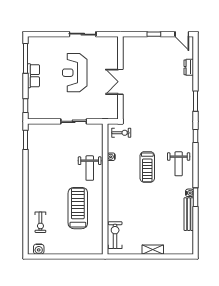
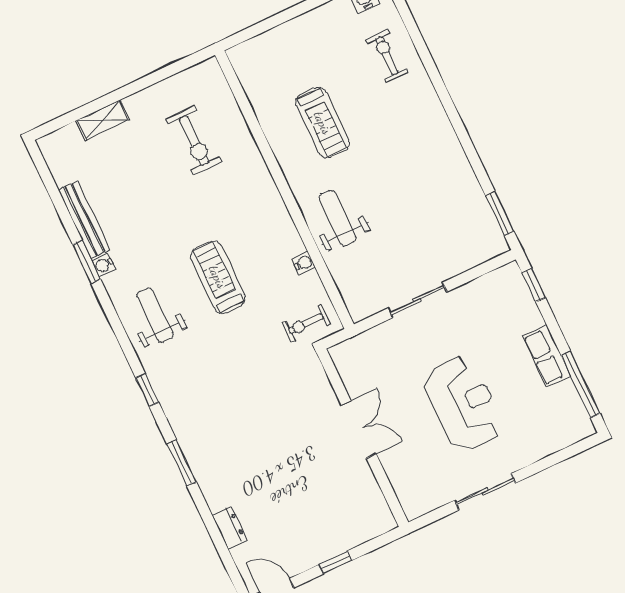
treadmill: (78, 208) -> (323, 123), width x0.73, depth x0.73
exercise bike: (115, 235) -> (194, 141), moved
shelving: (153, 250) -> (103, 120), moved

